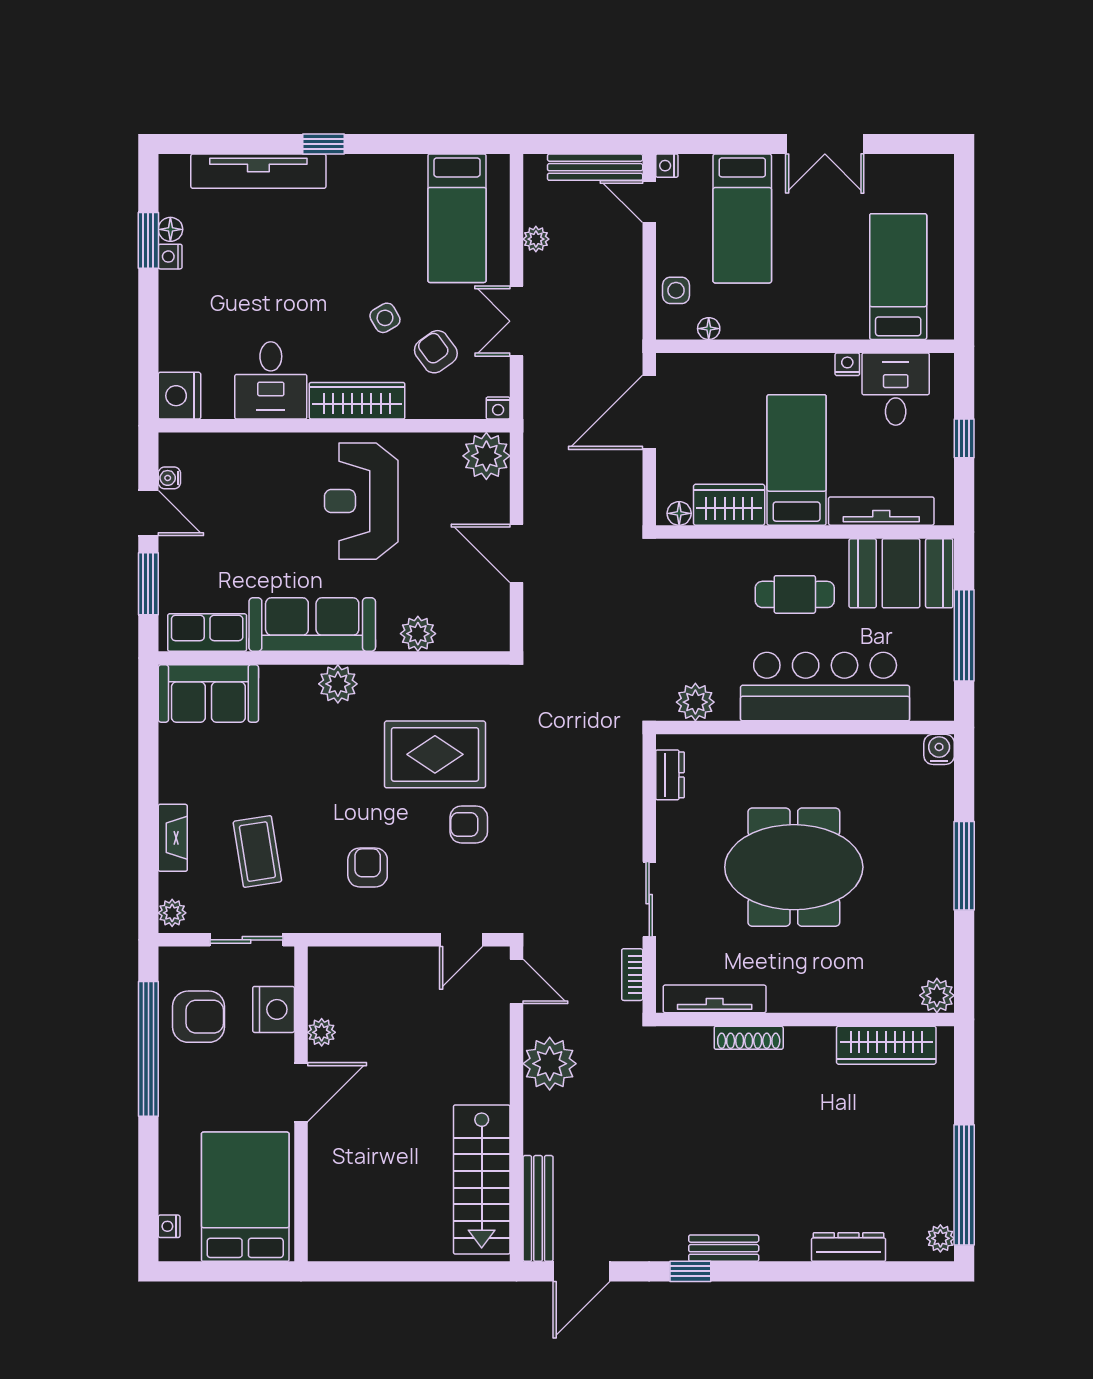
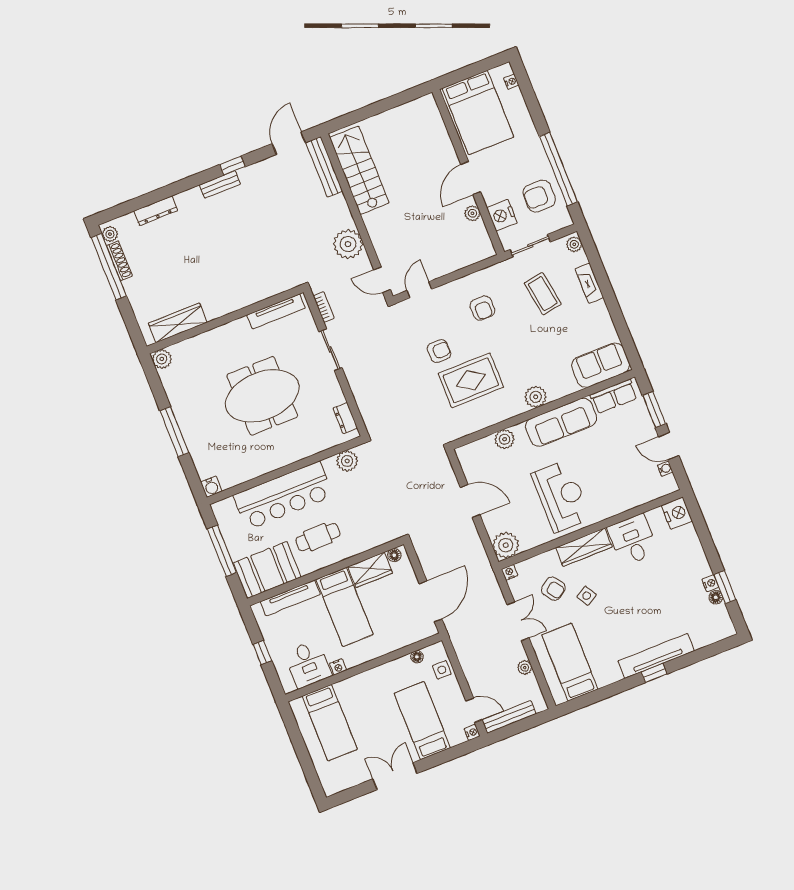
tv unit: (258, 171) -> (656, 656), moved
shoe rack: (749, 1038) -> (119, 261), moved, turned 90

